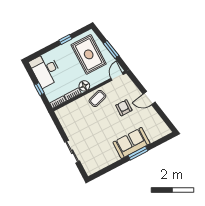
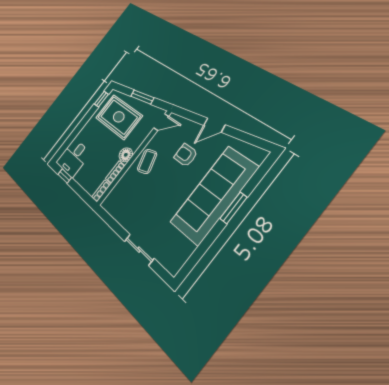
window: (65, 39) -> (101, 99), moved
desk: (46, 70) -> (73, 158), width x0.73
door: (117, 76) -> (161, 122), swing flipped
window: (39, 89) -> (65, 176), moved
sofa: (131, 143) -> (214, 195), width x1.85, depth x1.27

